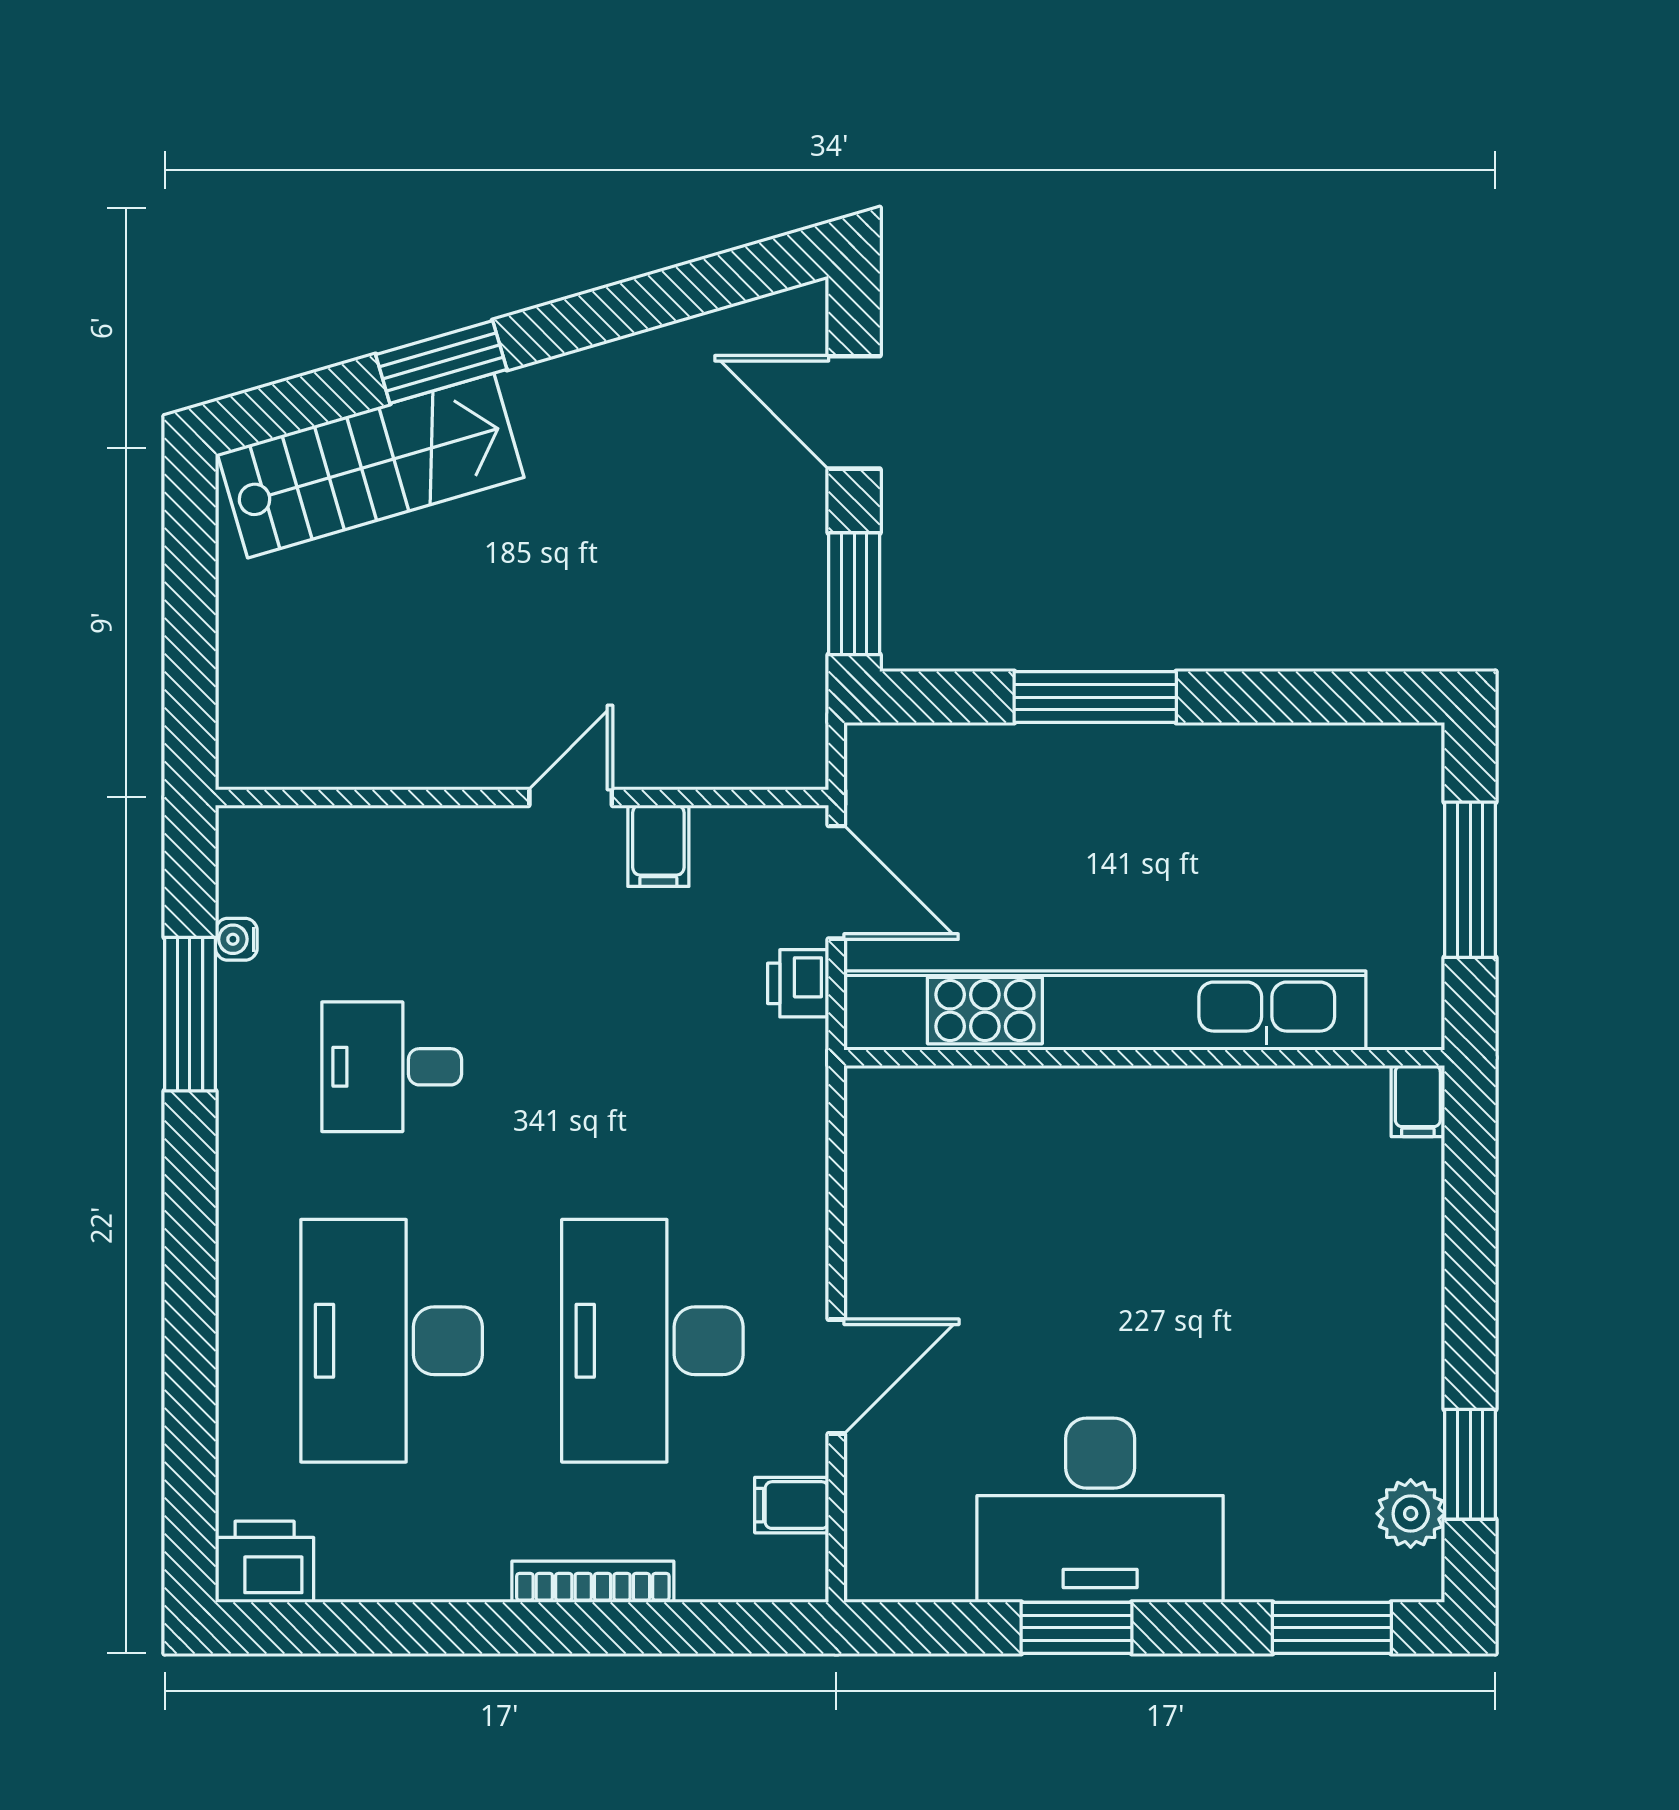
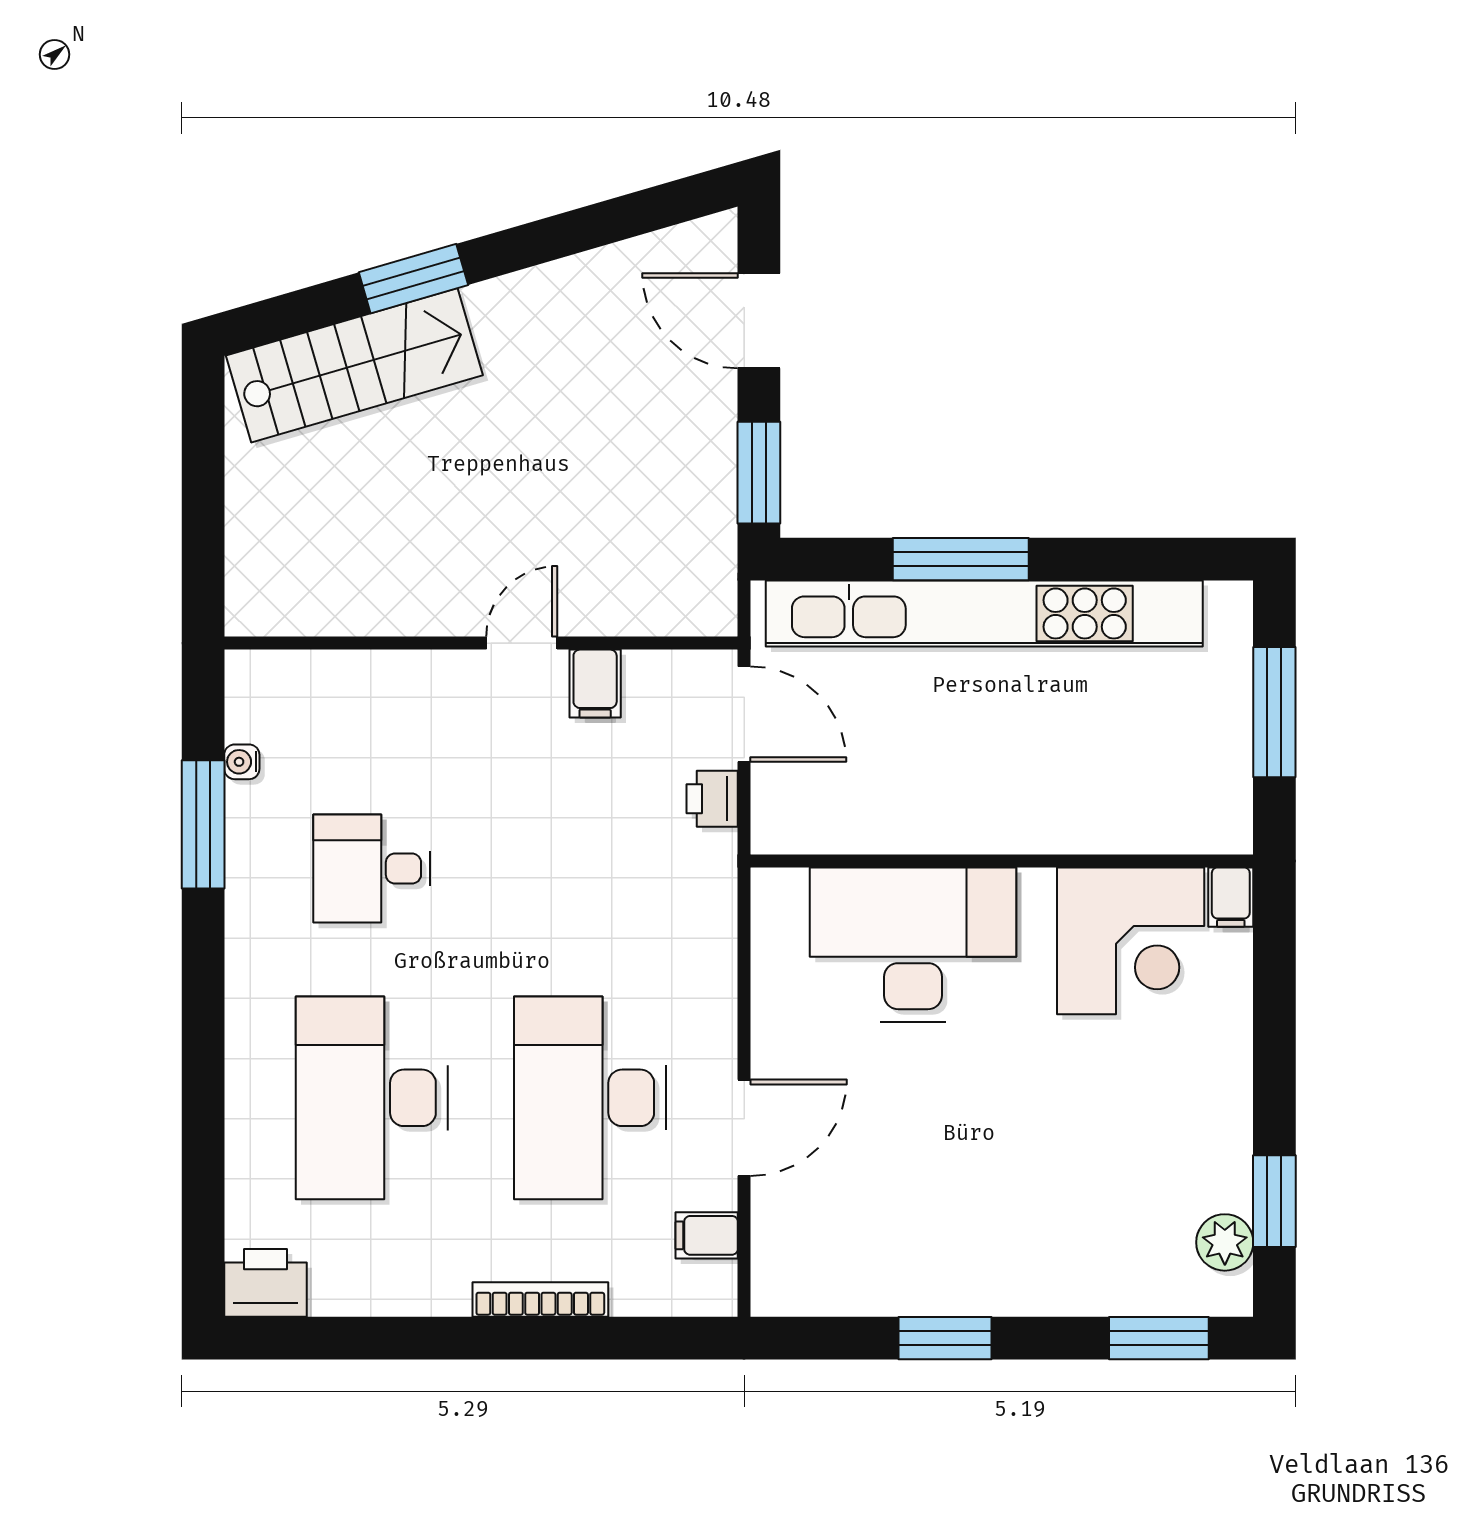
kitchen unit: (1105, 1011) -> (984, 613), moved, turned 180
corner desk: (1298, 1153) -> (1131, 941), added
desk: (1100, 1510) -> (913, 944), moved, turned 180

